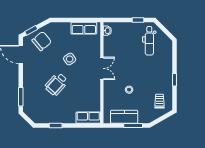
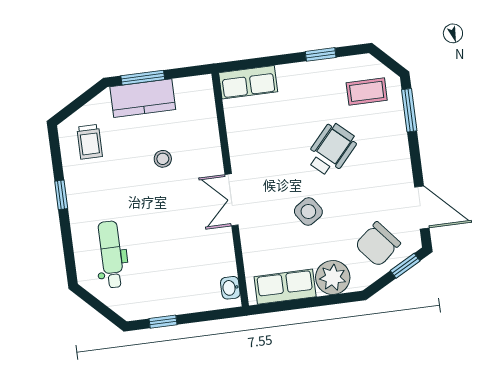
plant: (63, 29) -> (333, 277), added
dental chair: (149, 41) -> (111, 254), moved
coffee table: (38, 107) -> (367, 91), added
kitchen counter: (124, 117) -> (143, 98), moved

